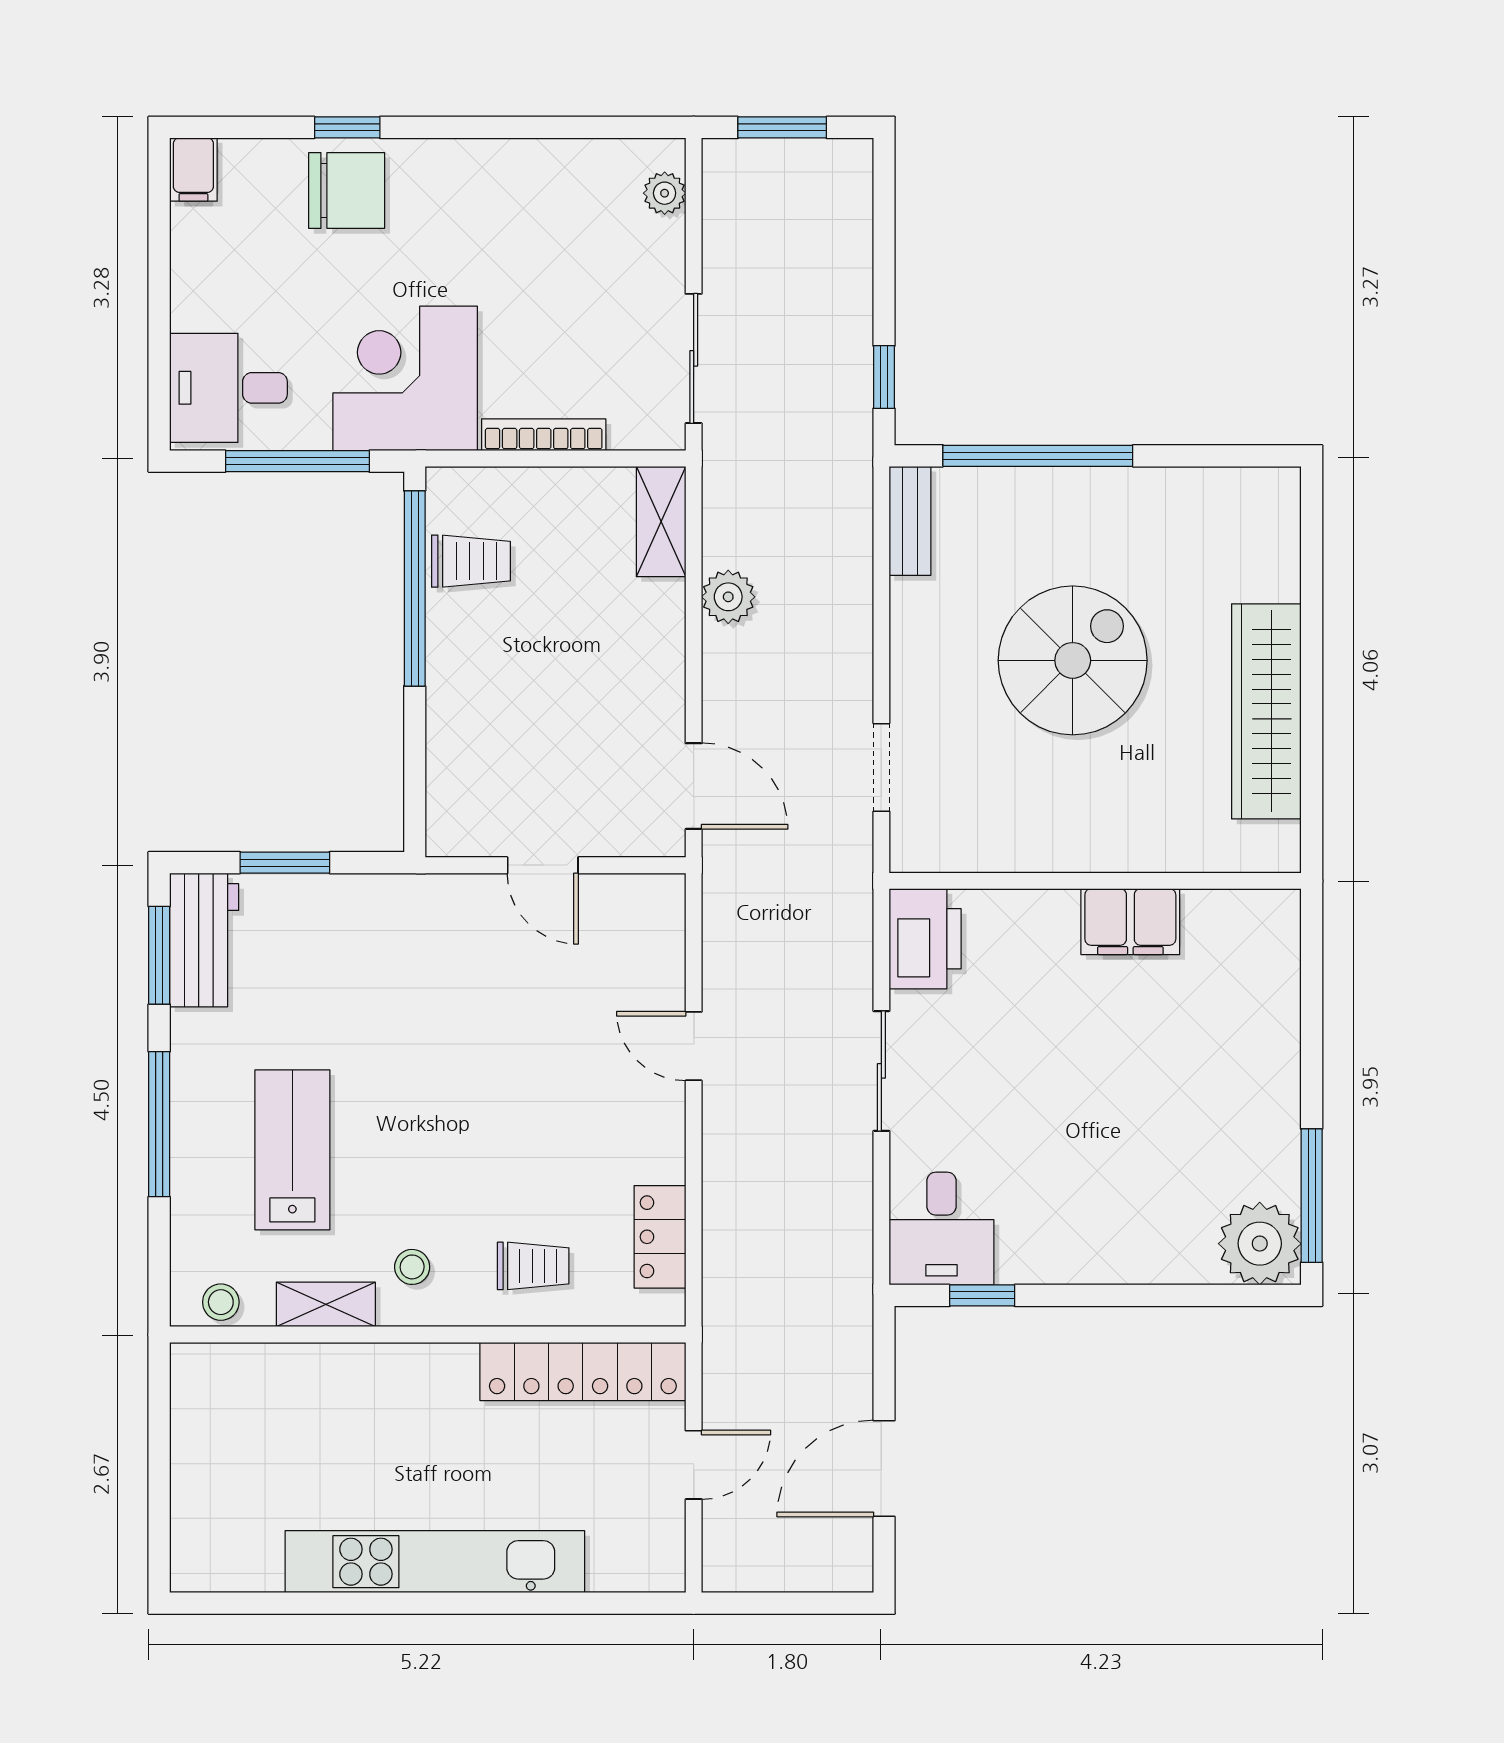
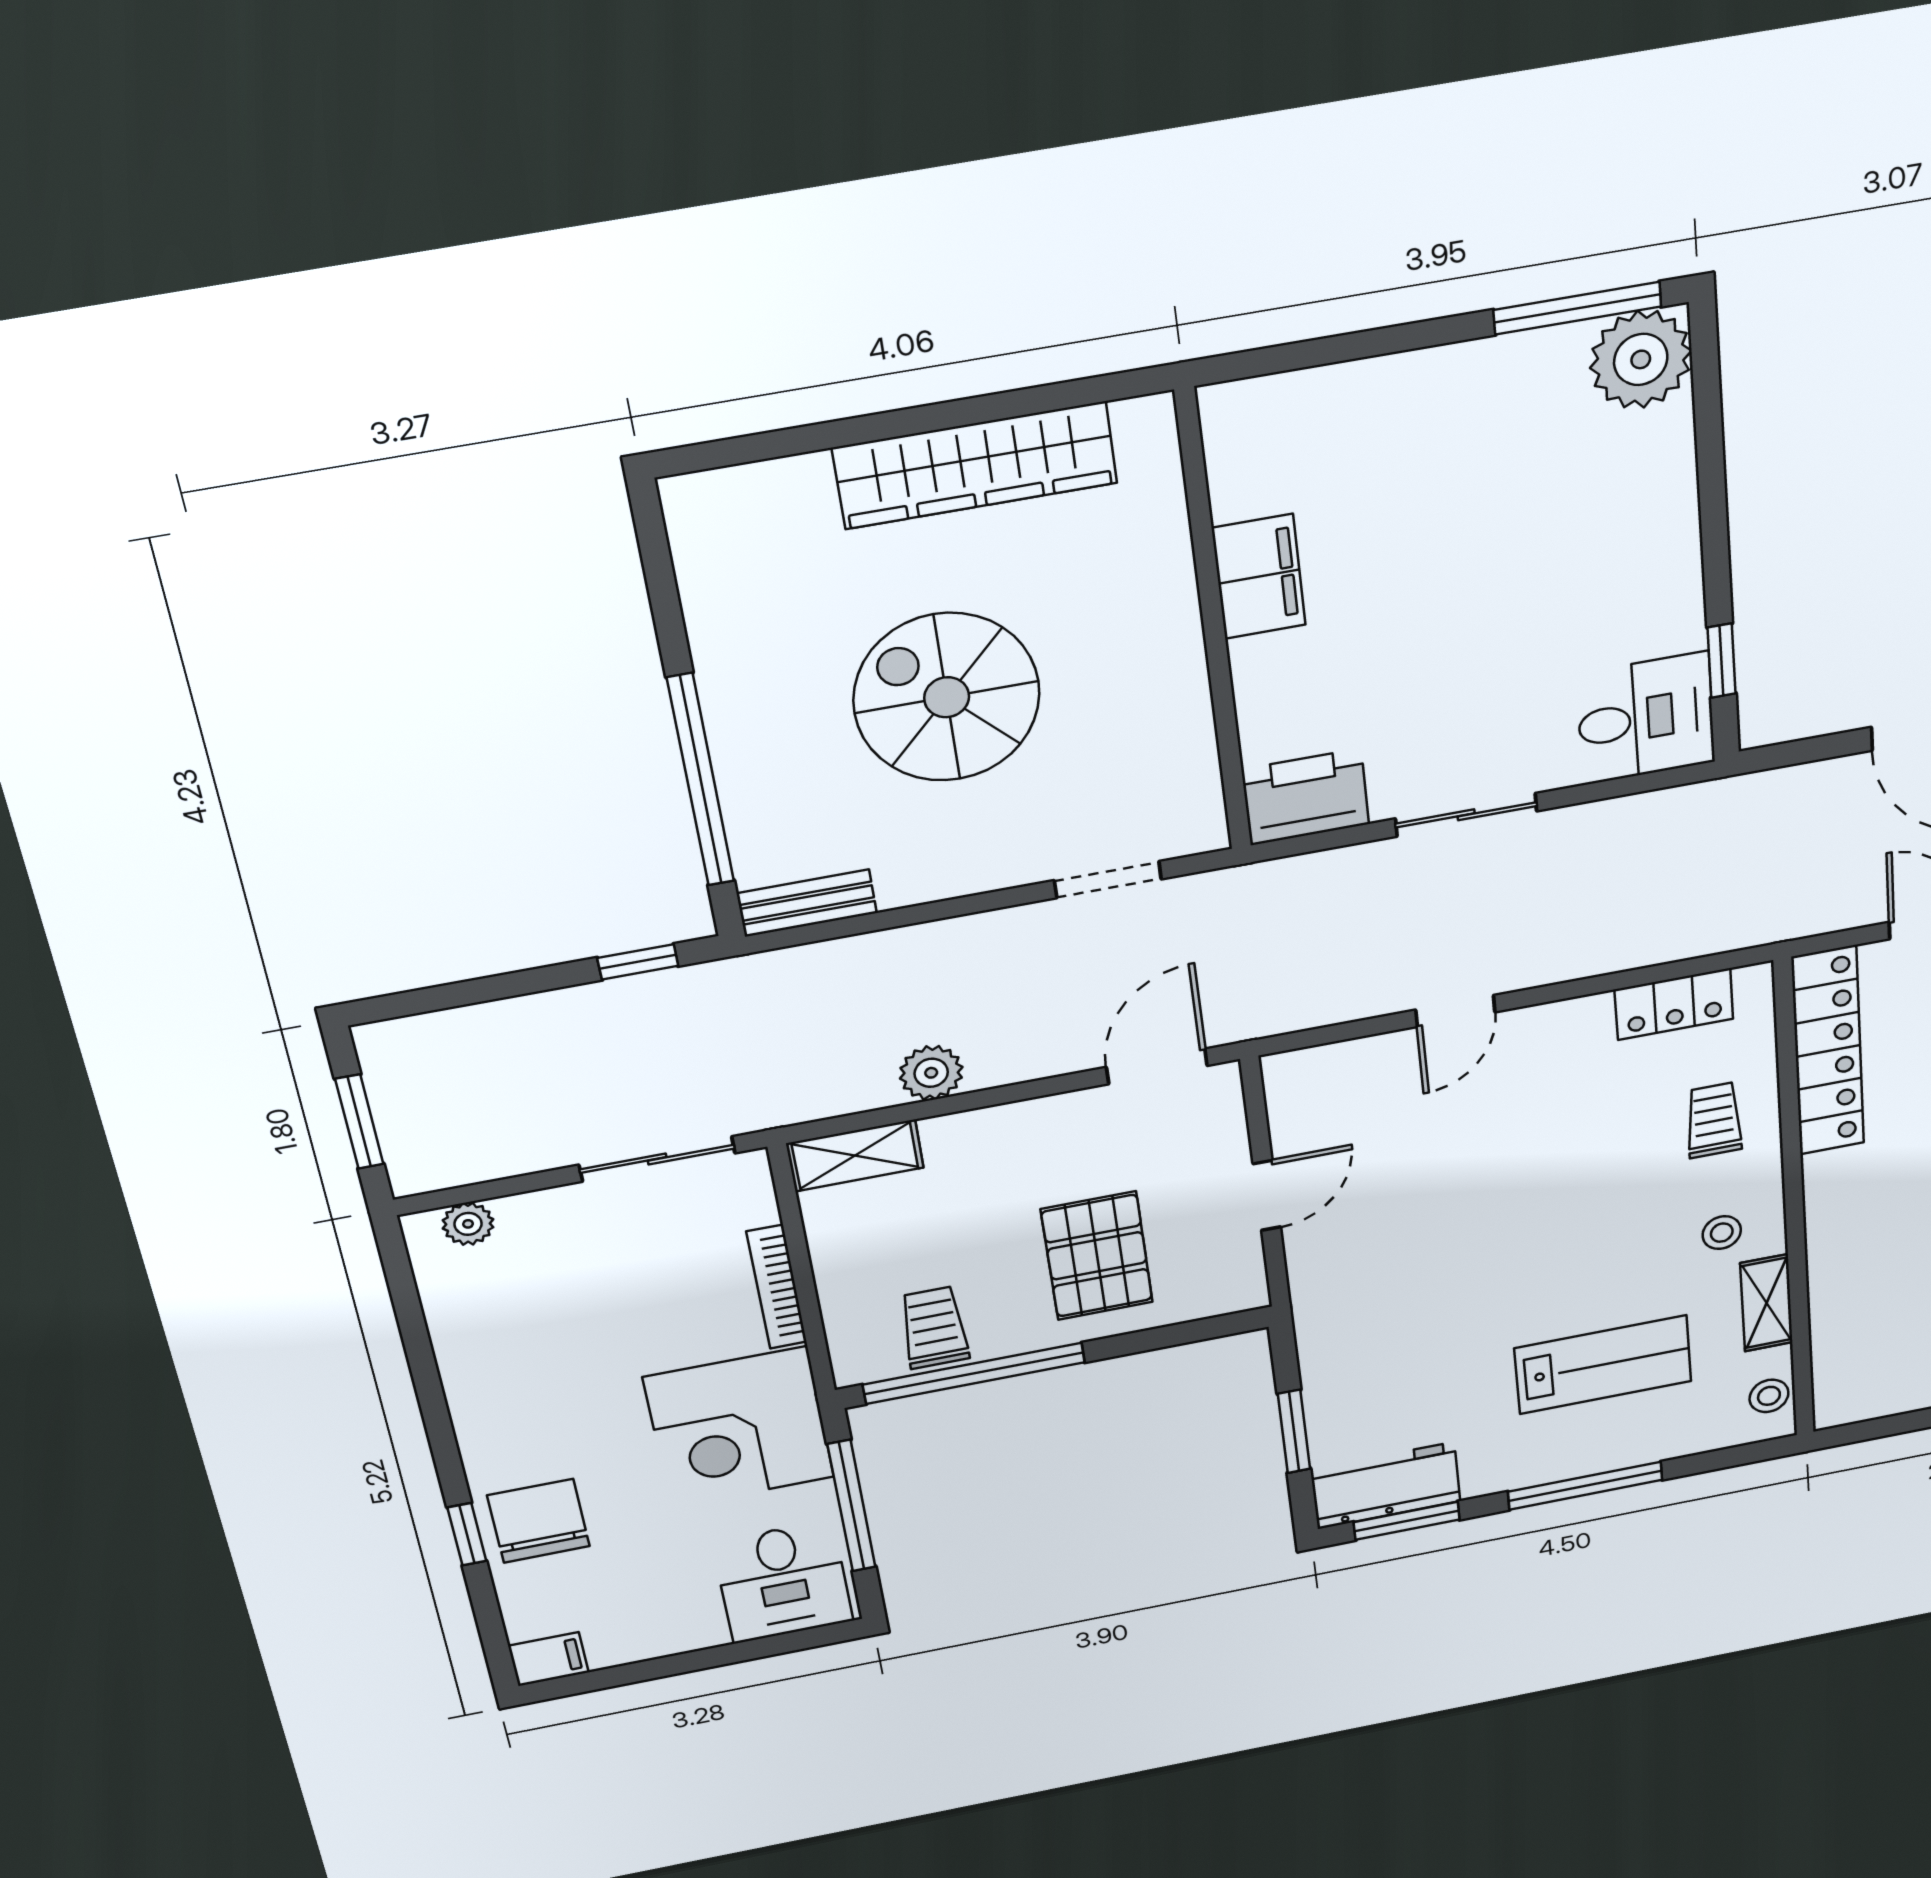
pallet: (513, 711) -> (1097, 1256), added
lab bench: (292, 1150) -> (1603, 1365), turned 180

